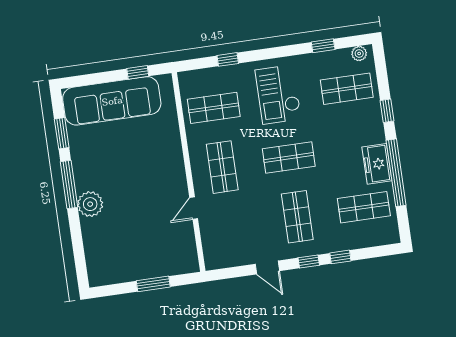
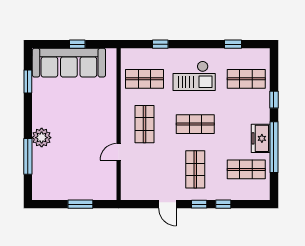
plant: (359, 54) -> (259, 54), removed
window: (138, 72) -> (77, 44), moved
checkout: (278, 94) -> (194, 76), turned -90
window: (69, 185) -> (28, 156), moved

